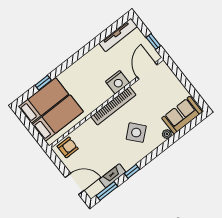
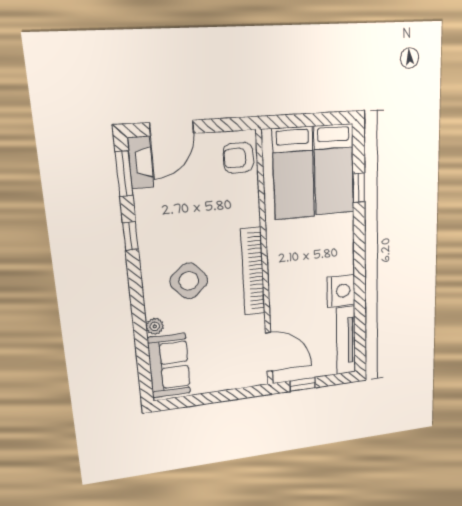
nightstand: (117, 82) -> (341, 291), moved, turned 180
armchair: (68, 147) -> (238, 158), turned 89
fireplace: (113, 176) -> (141, 163), moved

